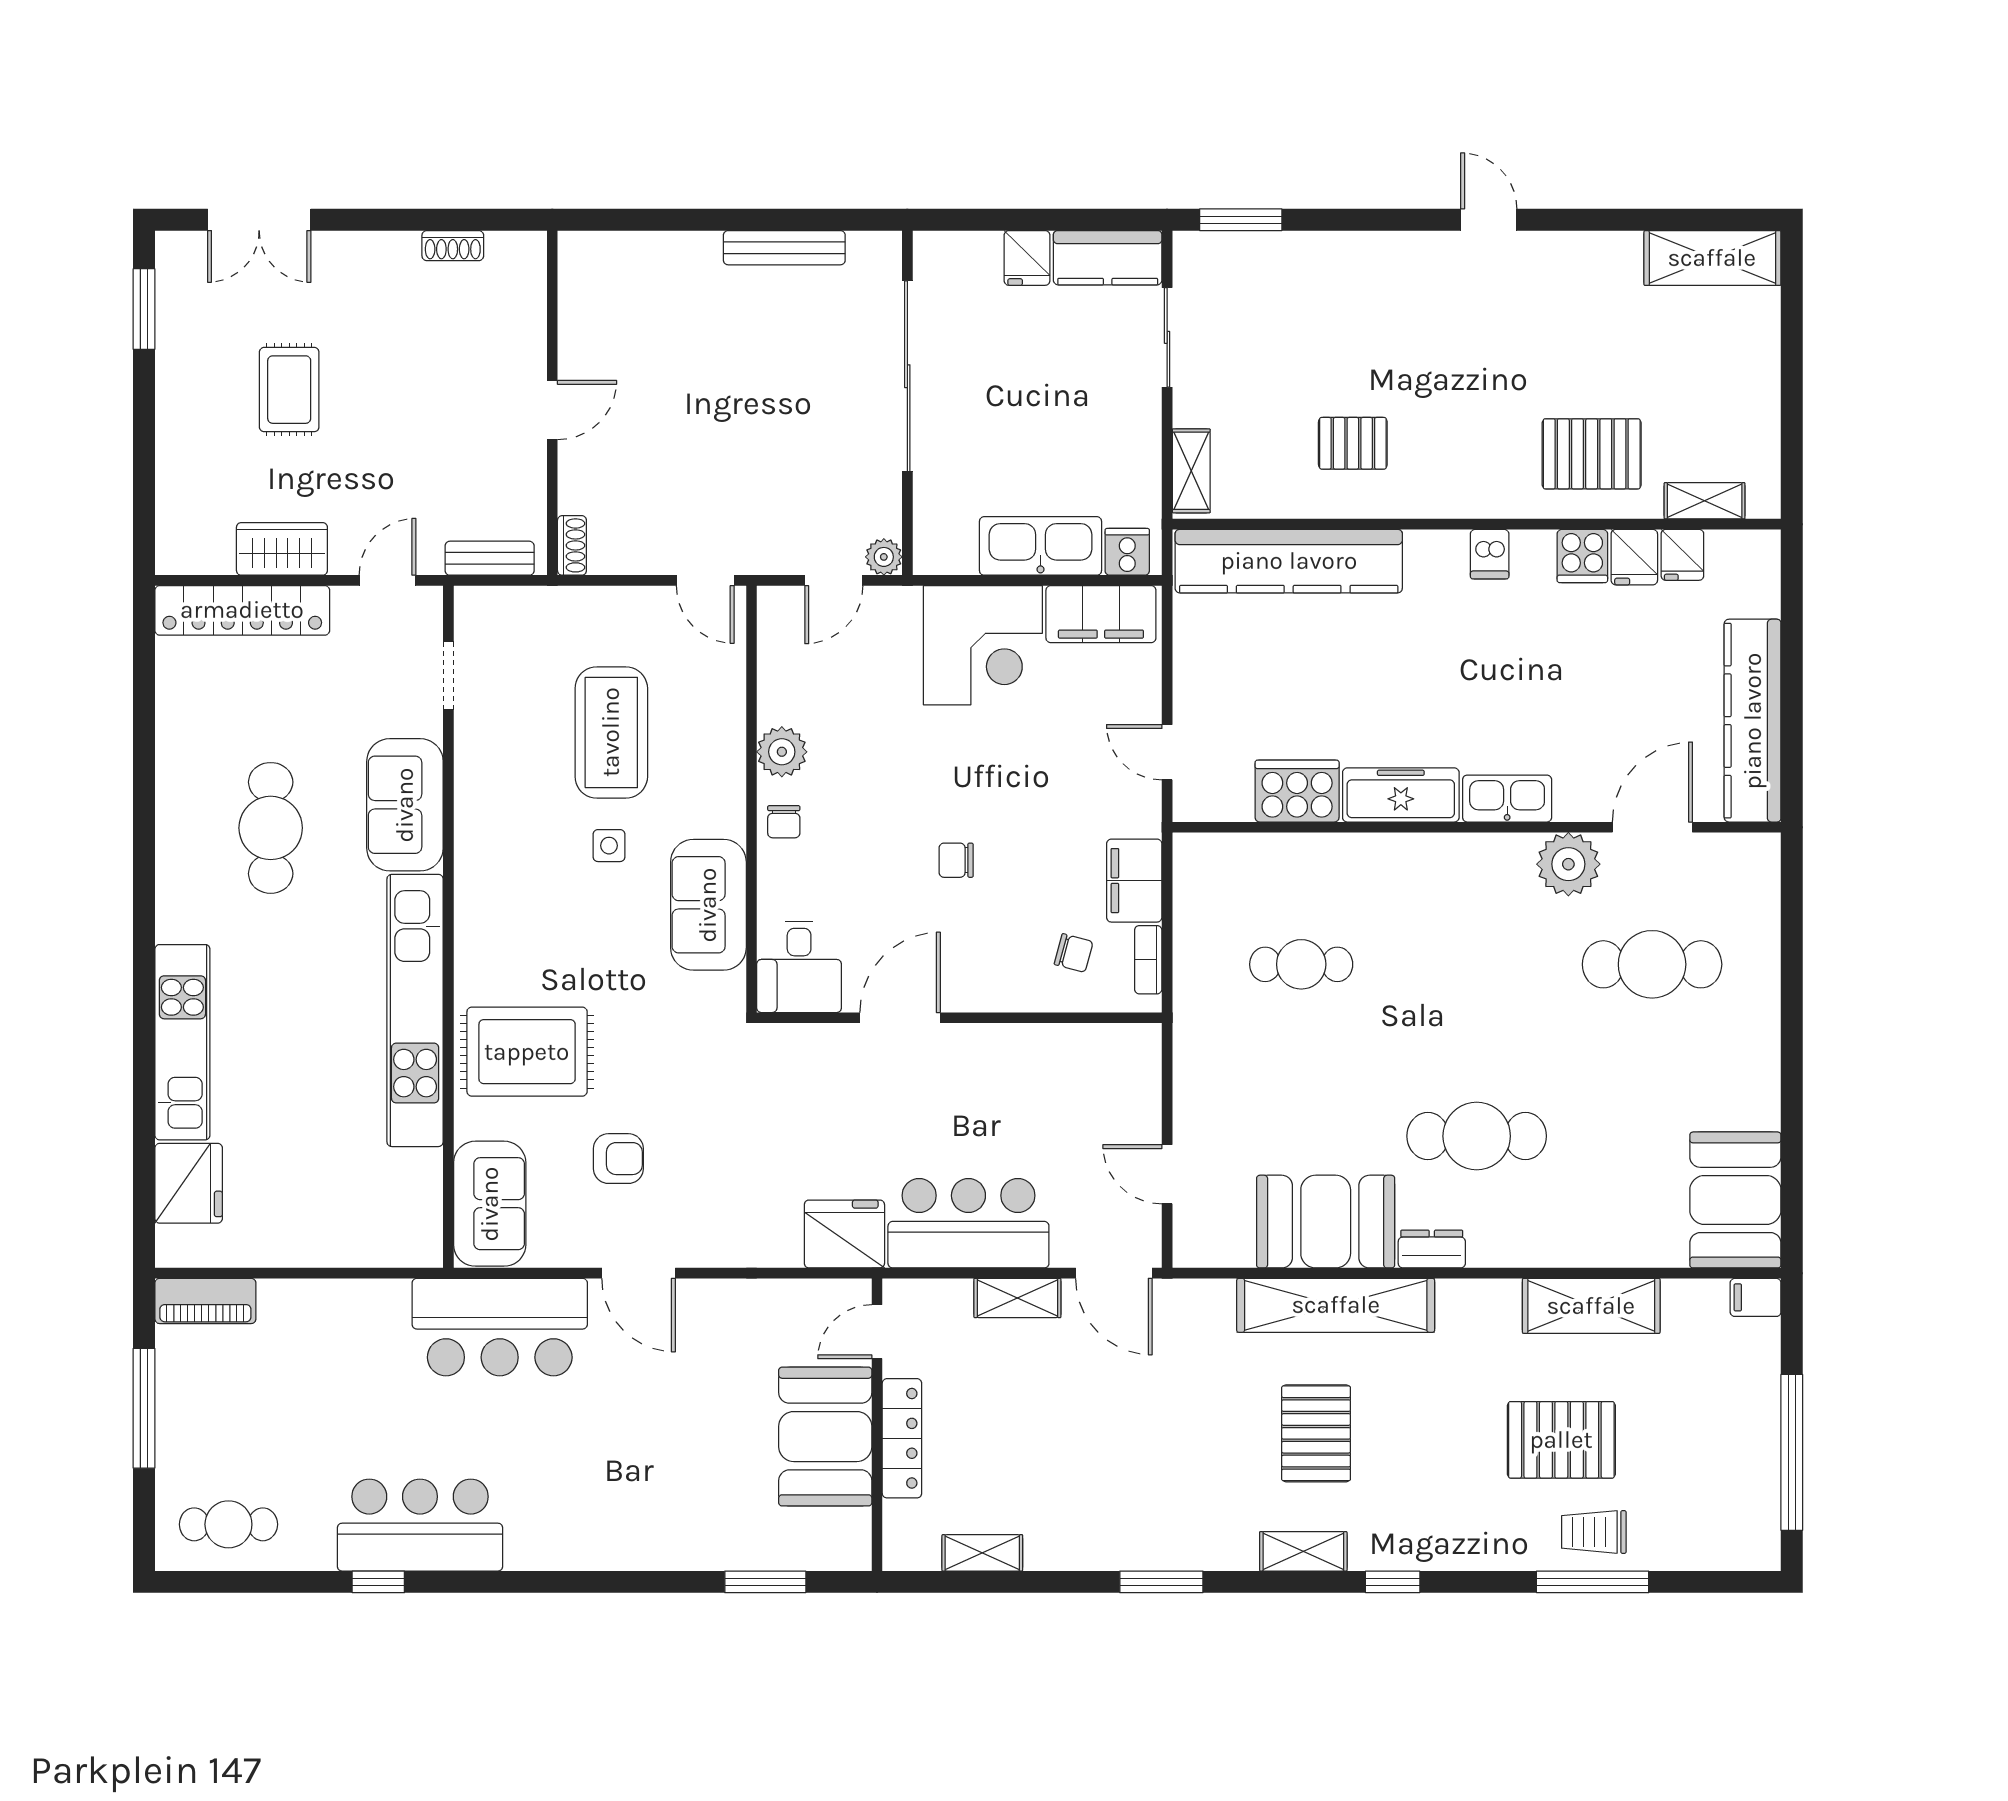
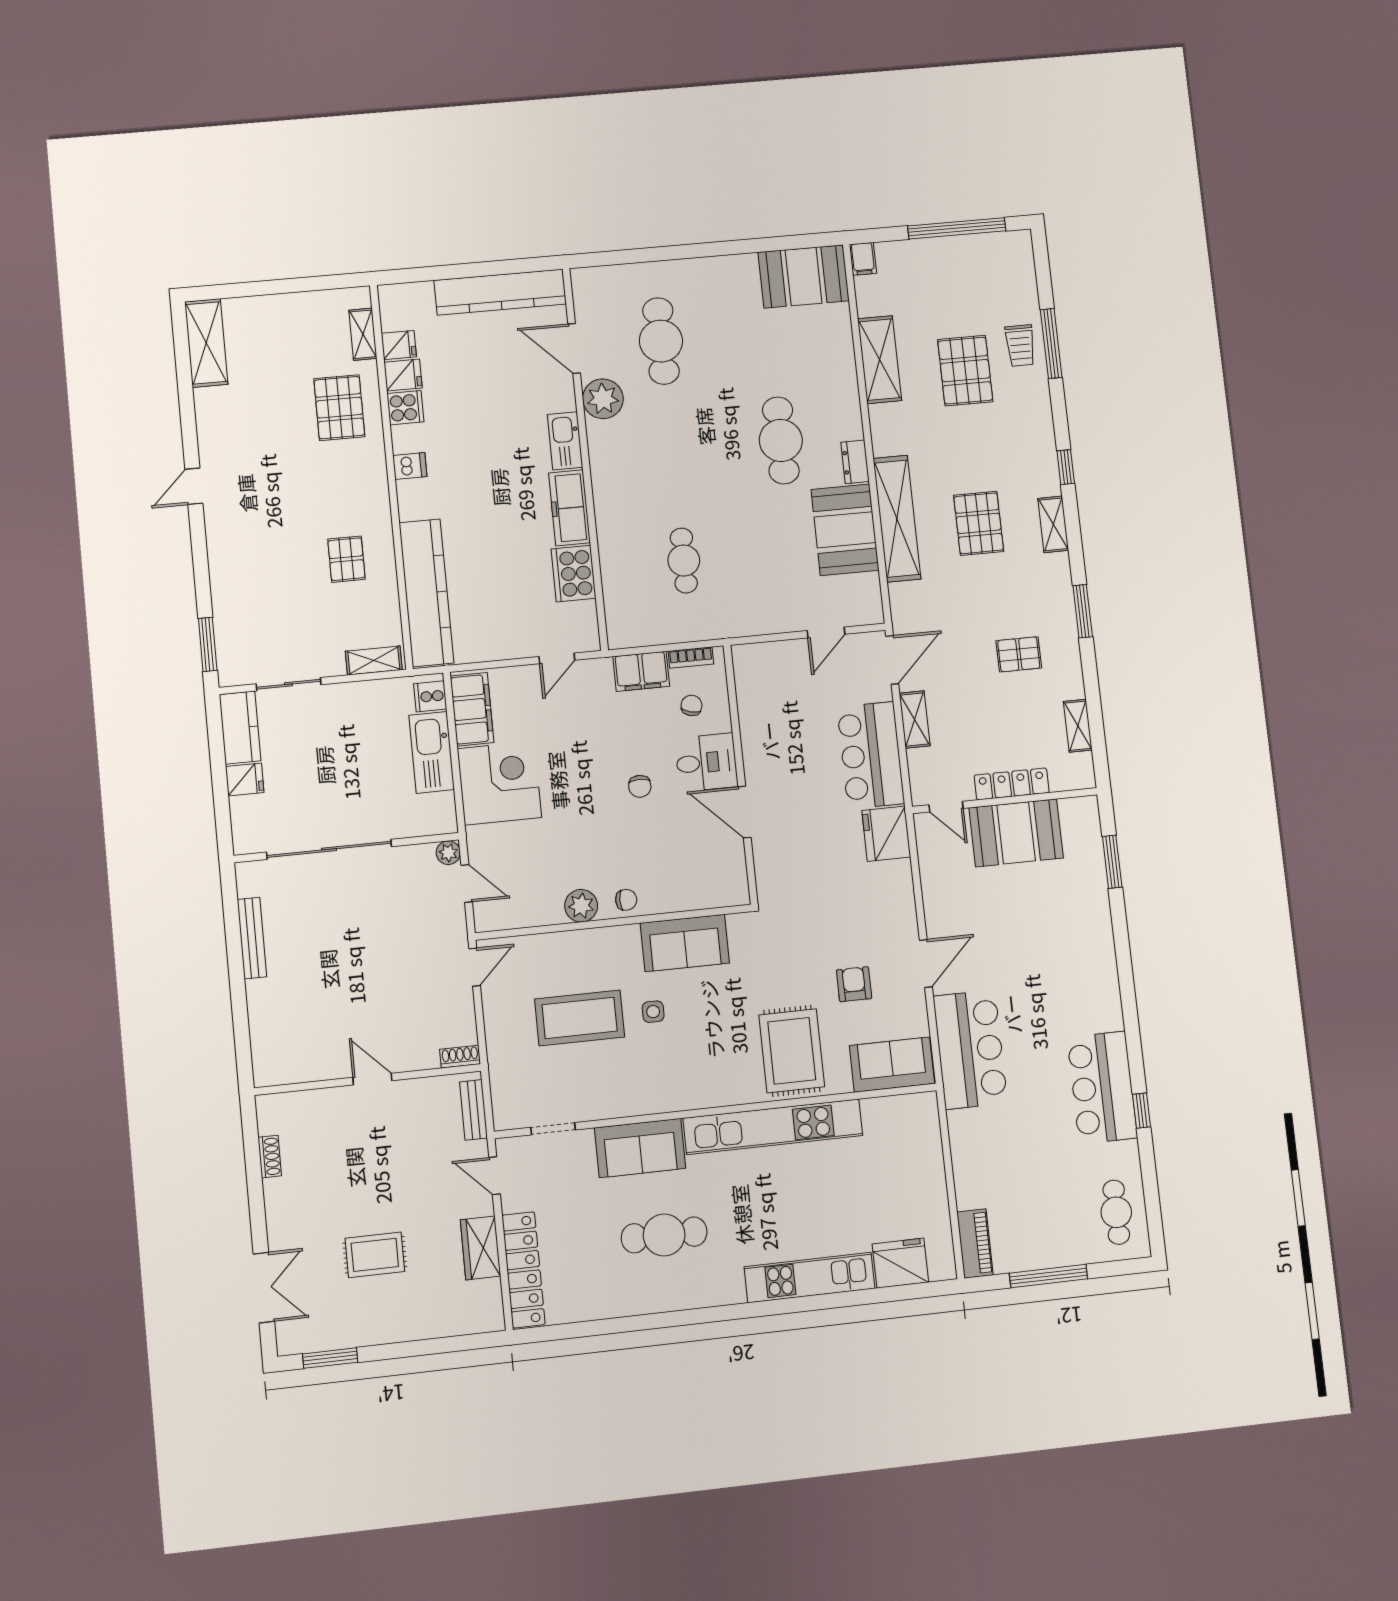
desk: (799, 967) -> (706, 762), moved
pallet: (1316, 1433) -> (979, 523), turned 90
pallet: (1103, 1473) -> (1019, 654), added

